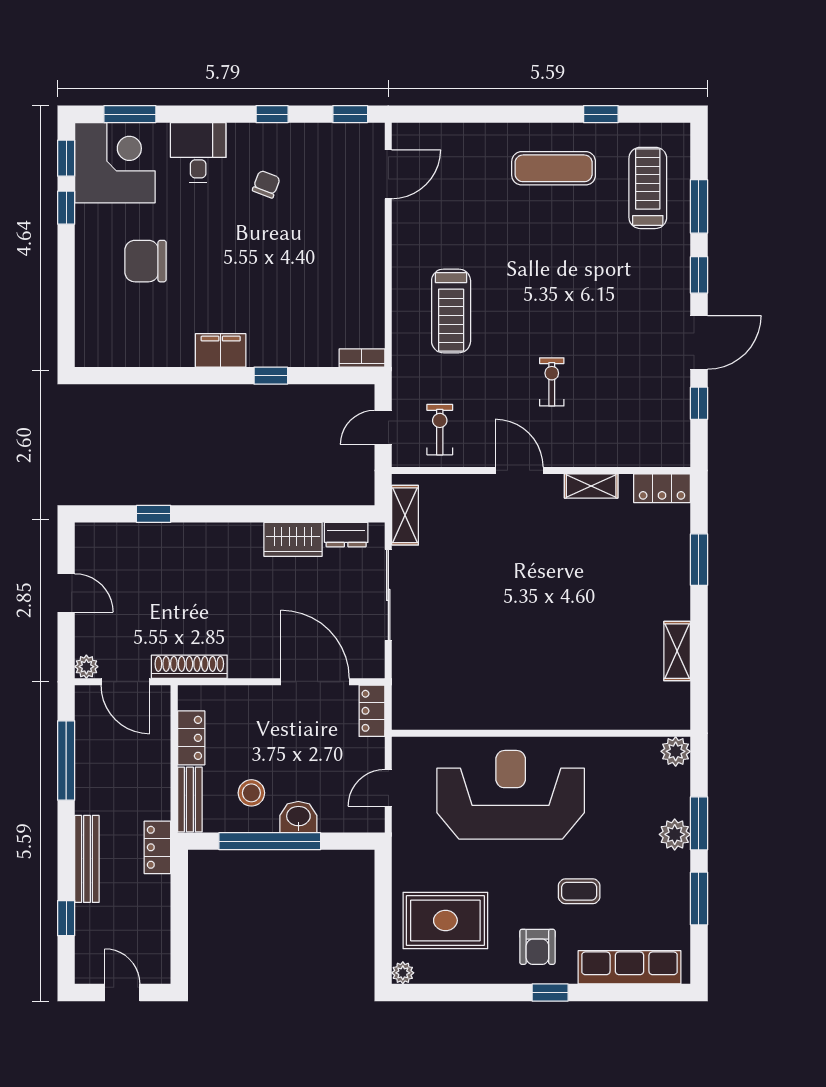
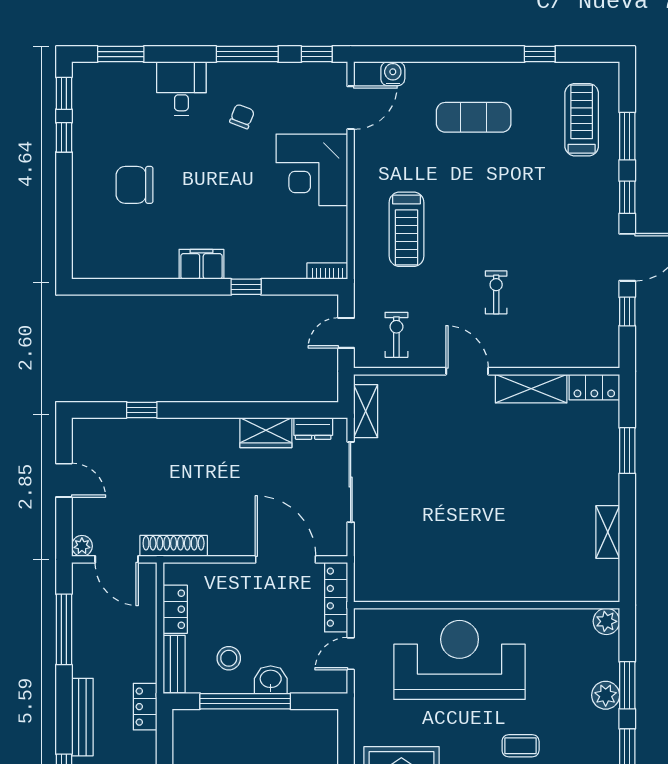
window: (272, 114) -> (247, 54), width x2.17
water cooler: (436, 136) -> (393, 74), added
corner desk: (115, 163) -> (312, 170), moved, turned 180
exercise mat: (554, 168) -> (474, 117), moved
shelving: (591, 486) -> (531, 389), width x1.50, depth x1.33
locker: (372, 711) -> (336, 597), width x1.53

